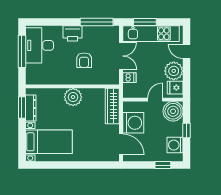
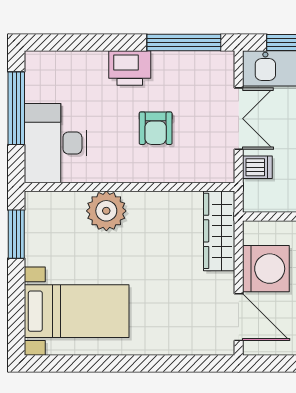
desk: (39, 45) -> (56, 143), moved
plant: (73, 97) -> (106, 211), moved
dresser: (31, 108) -> (36, 235), removed

